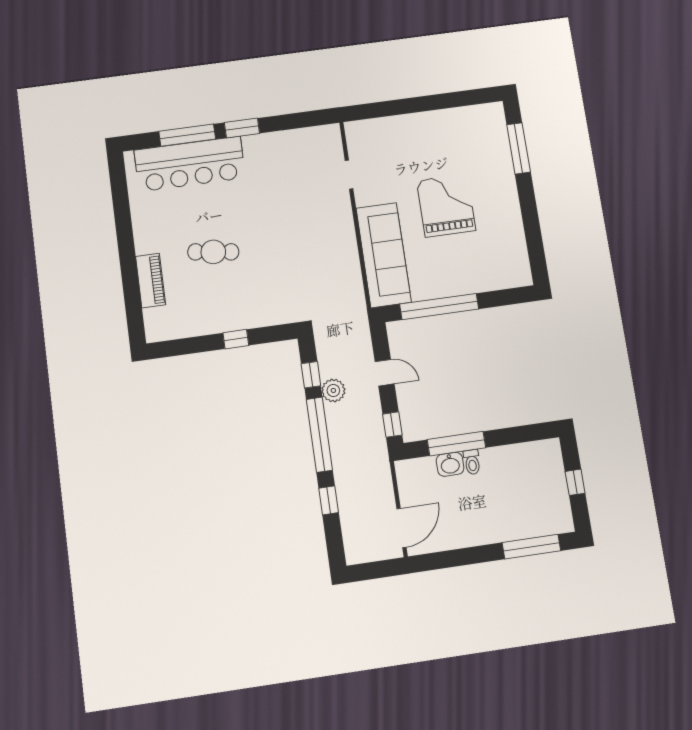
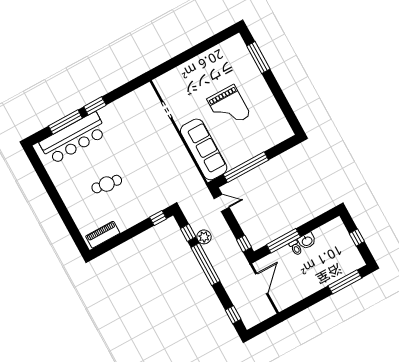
grand piano: (446, 205) -> (229, 107), turned 180
piano: (150, 281) -> (103, 235), moved, turned -90
window: (236, 339) -> (158, 218), moved
door: (385, 373) -> (222, 203), moved
washbasin: (450, 464) -> (307, 241), moved
window: (329, 500) -> (233, 315), moved
door: (402, 528) -> (262, 283), moved

